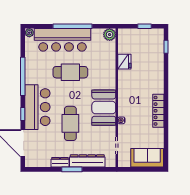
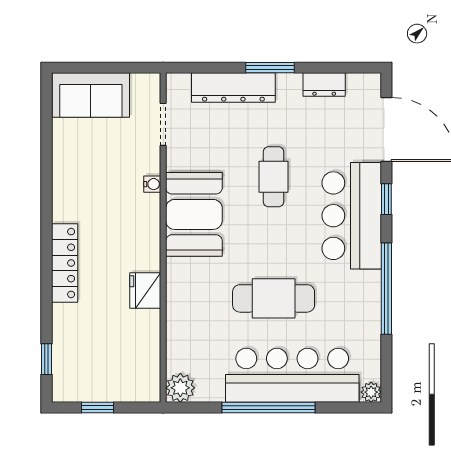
fridge: (124, 62) -> (145, 291), moved
locker: (158, 111) -> (65, 263), moved
cafe table: (70, 123) -> (274, 177), width x0.73, depth x0.74
dresser: (60, 162) -> (324, 84), moved

